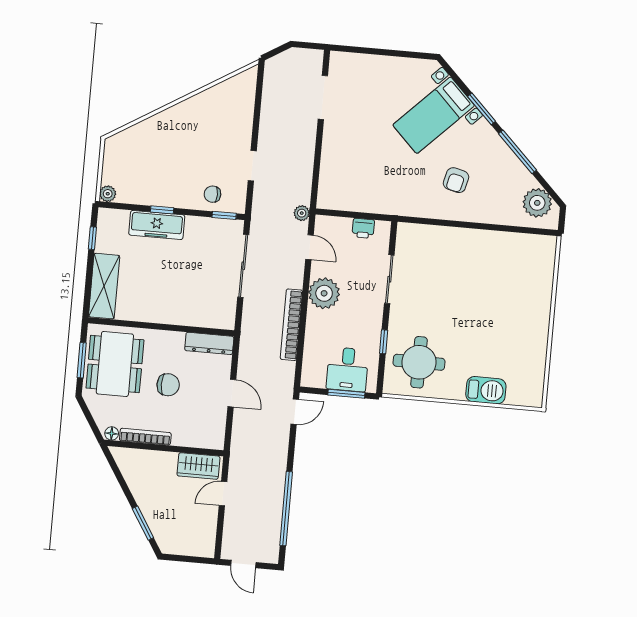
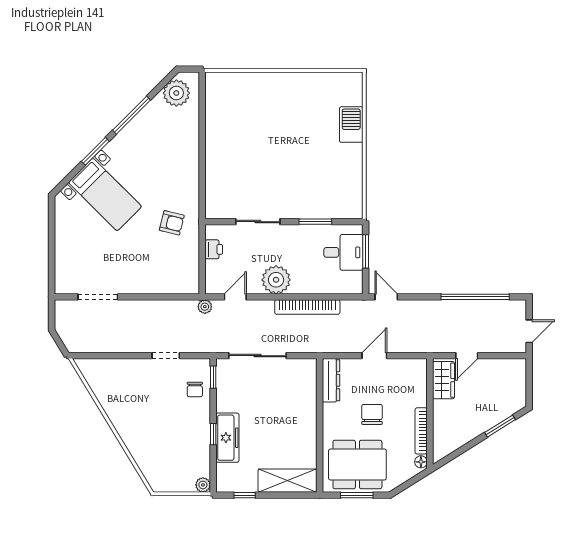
armchair: (456, 180) -> (172, 223), moved
window: (384, 342) -> (315, 222), width x1.50
round table: (419, 362) -> (331, 188), removed
door: (223, 494) -> (467, 356), hinge flipped

